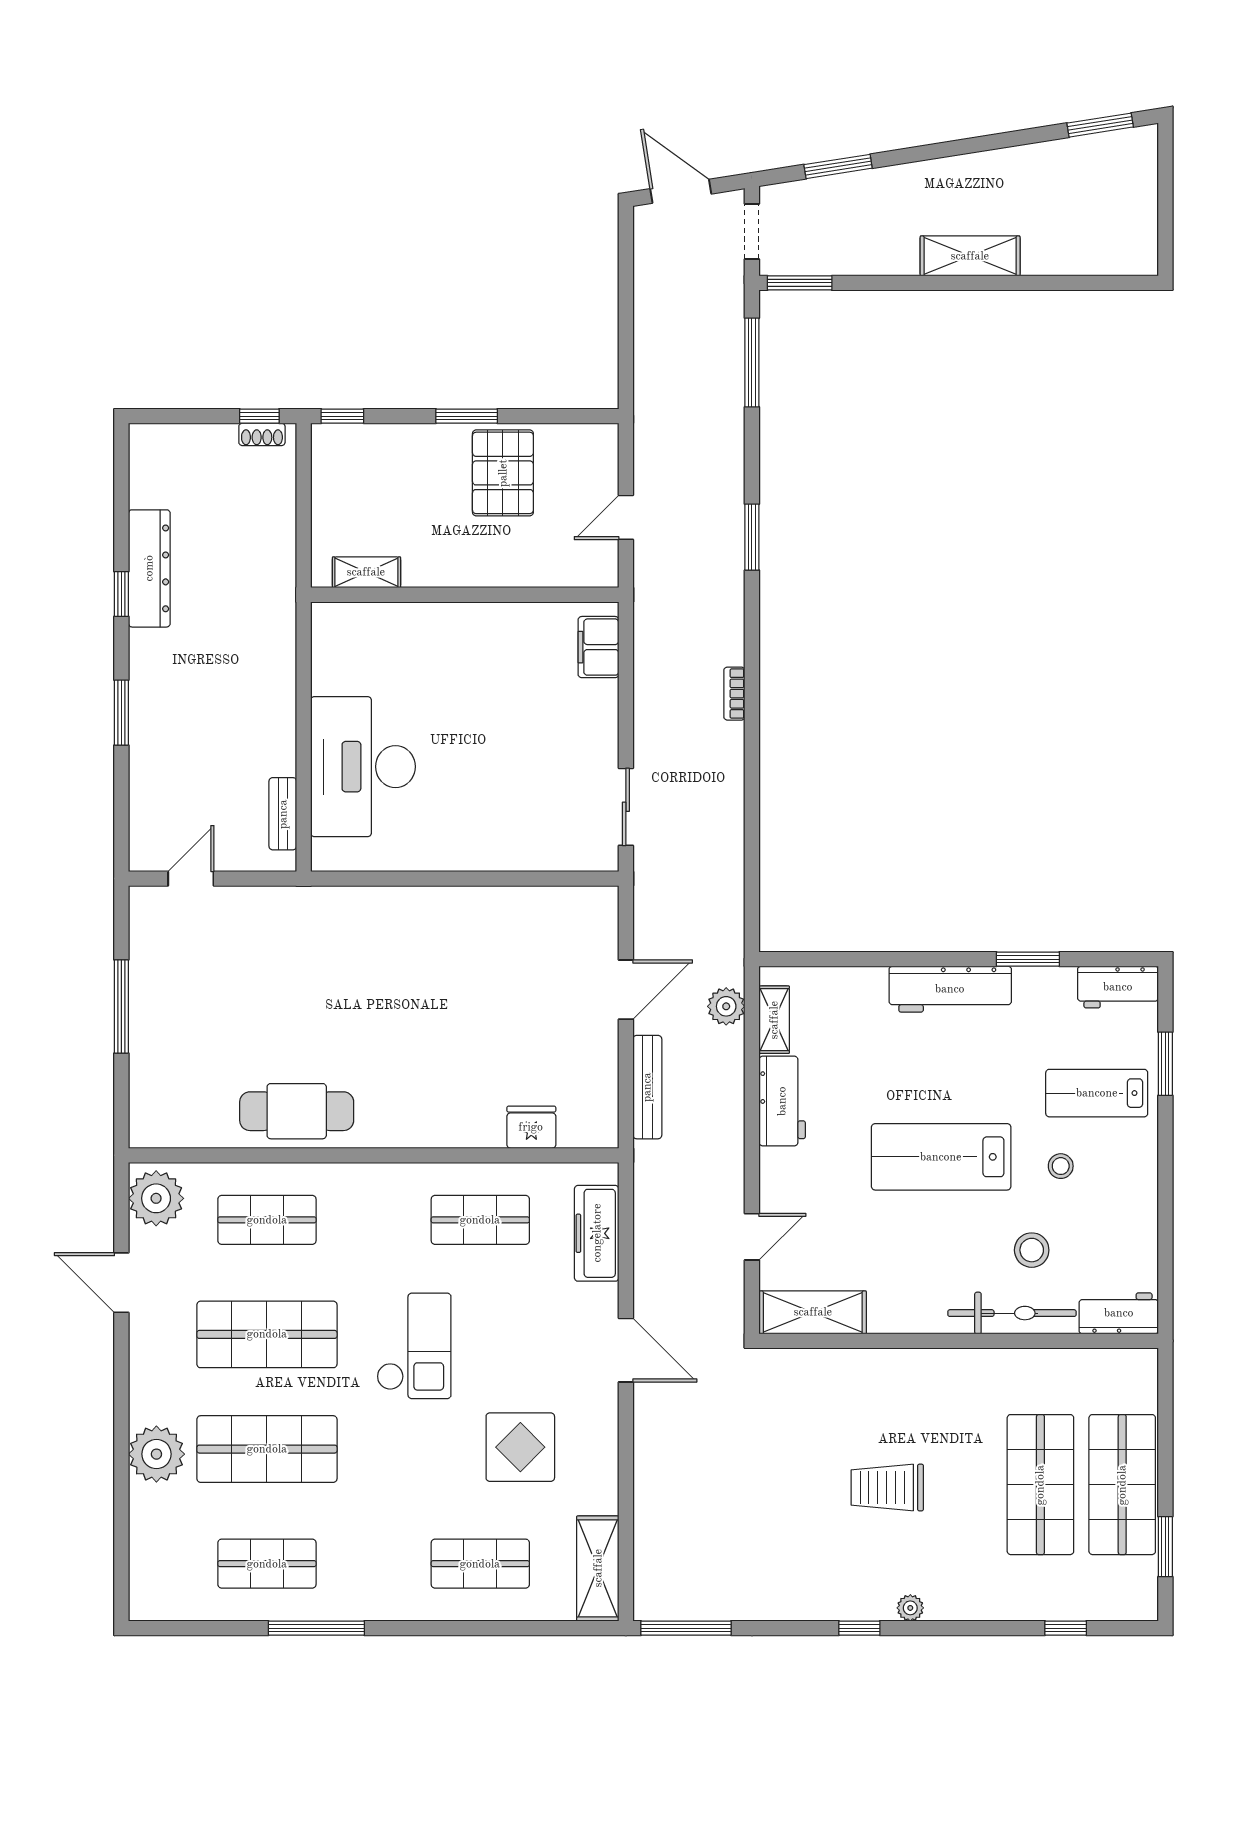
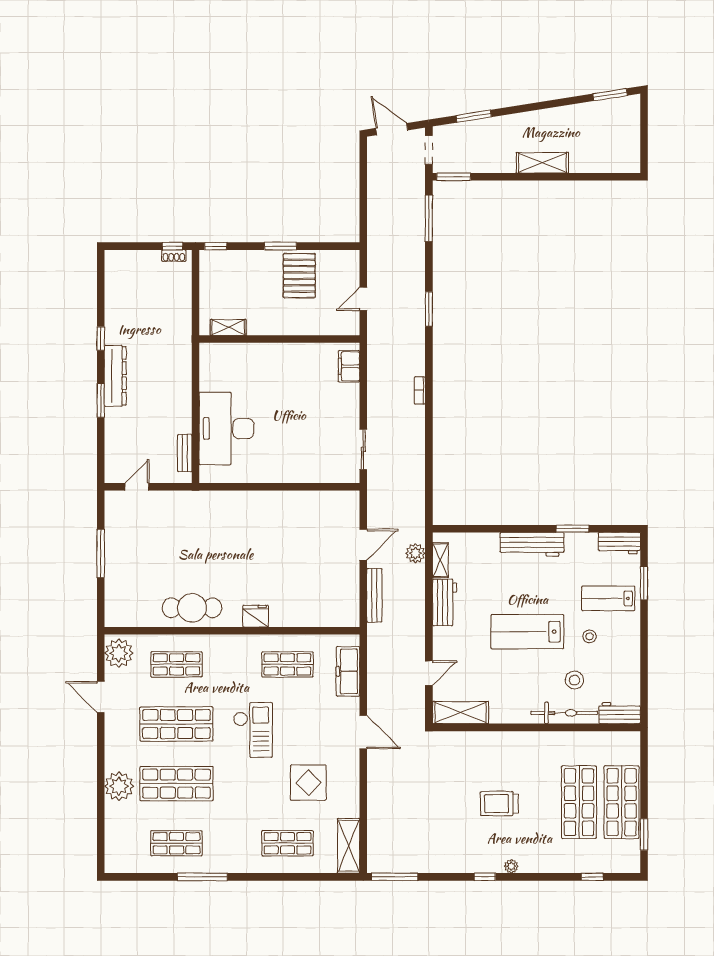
dresser: (149, 568) -> (115, 376), moved
fridge: (531, 1127) -> (256, 616), moved

